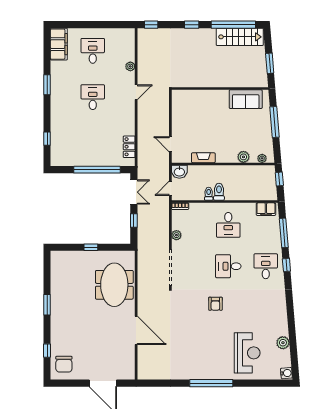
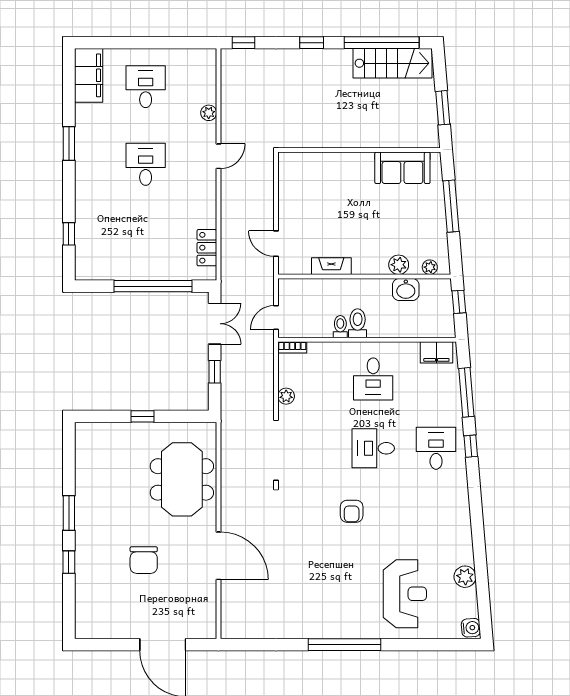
washbasin: (179, 172) -> (406, 290), moved
window: (47, 351) -> (69, 562), moved
chair: (64, 364) -> (144, 560), moved

